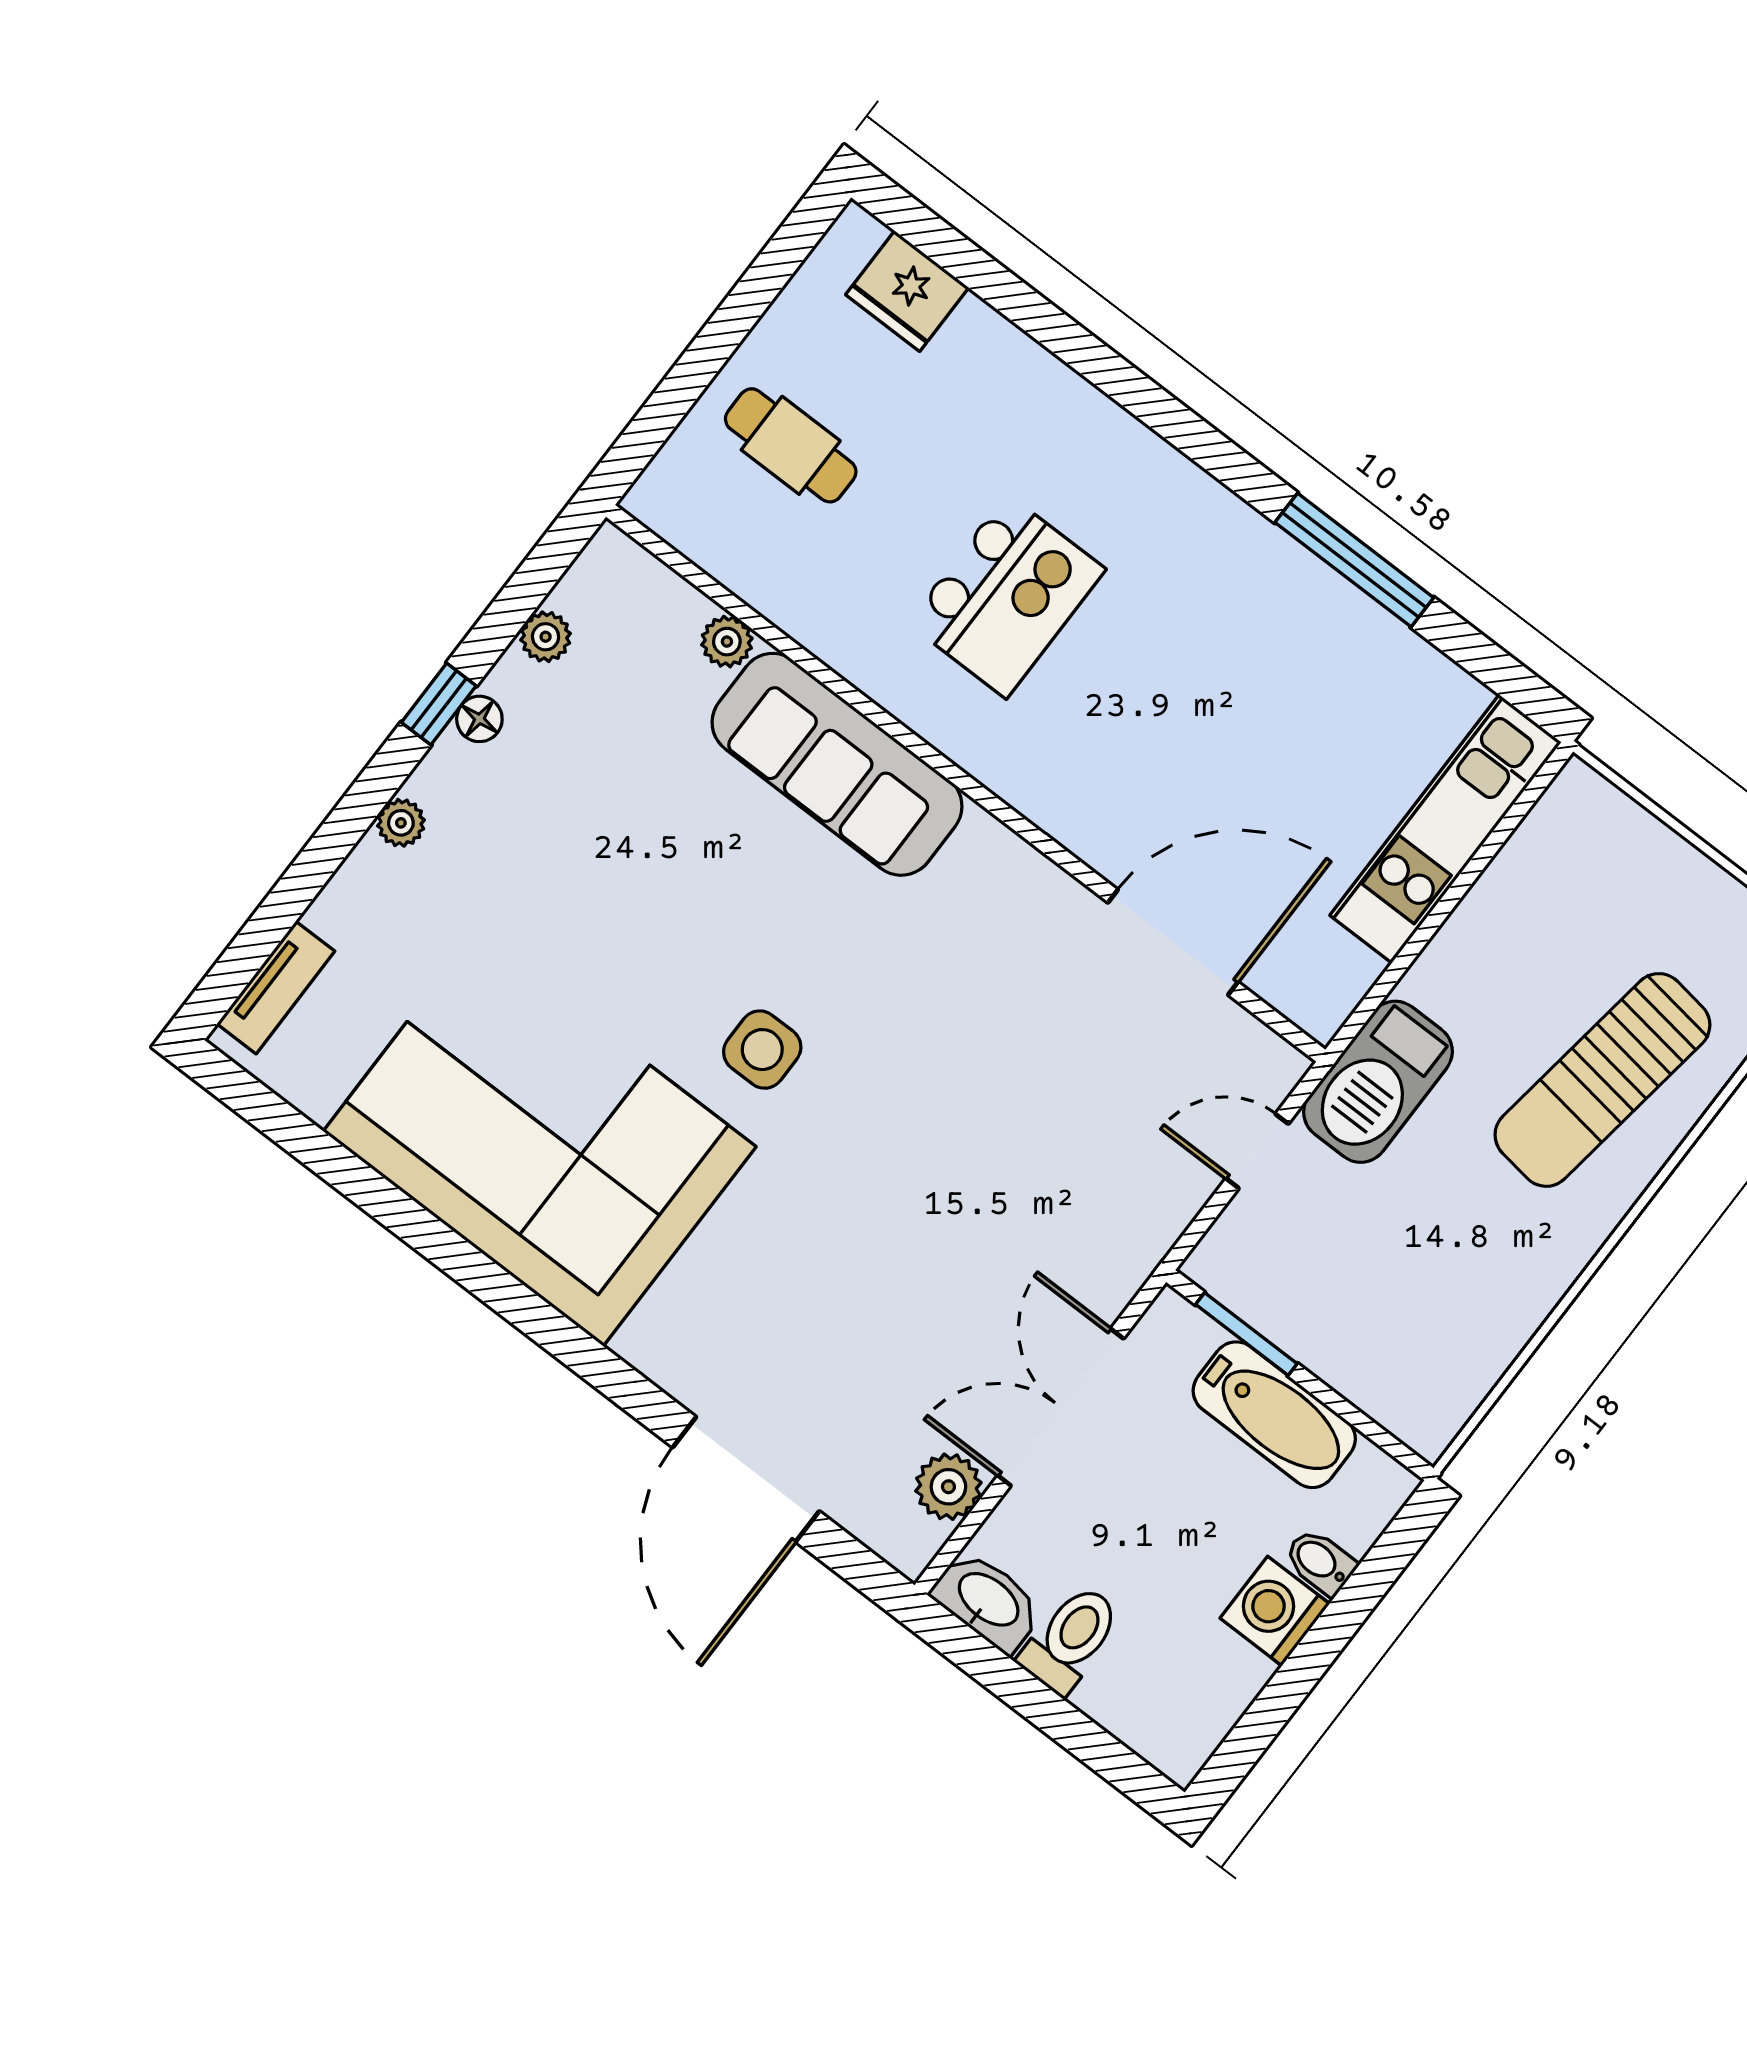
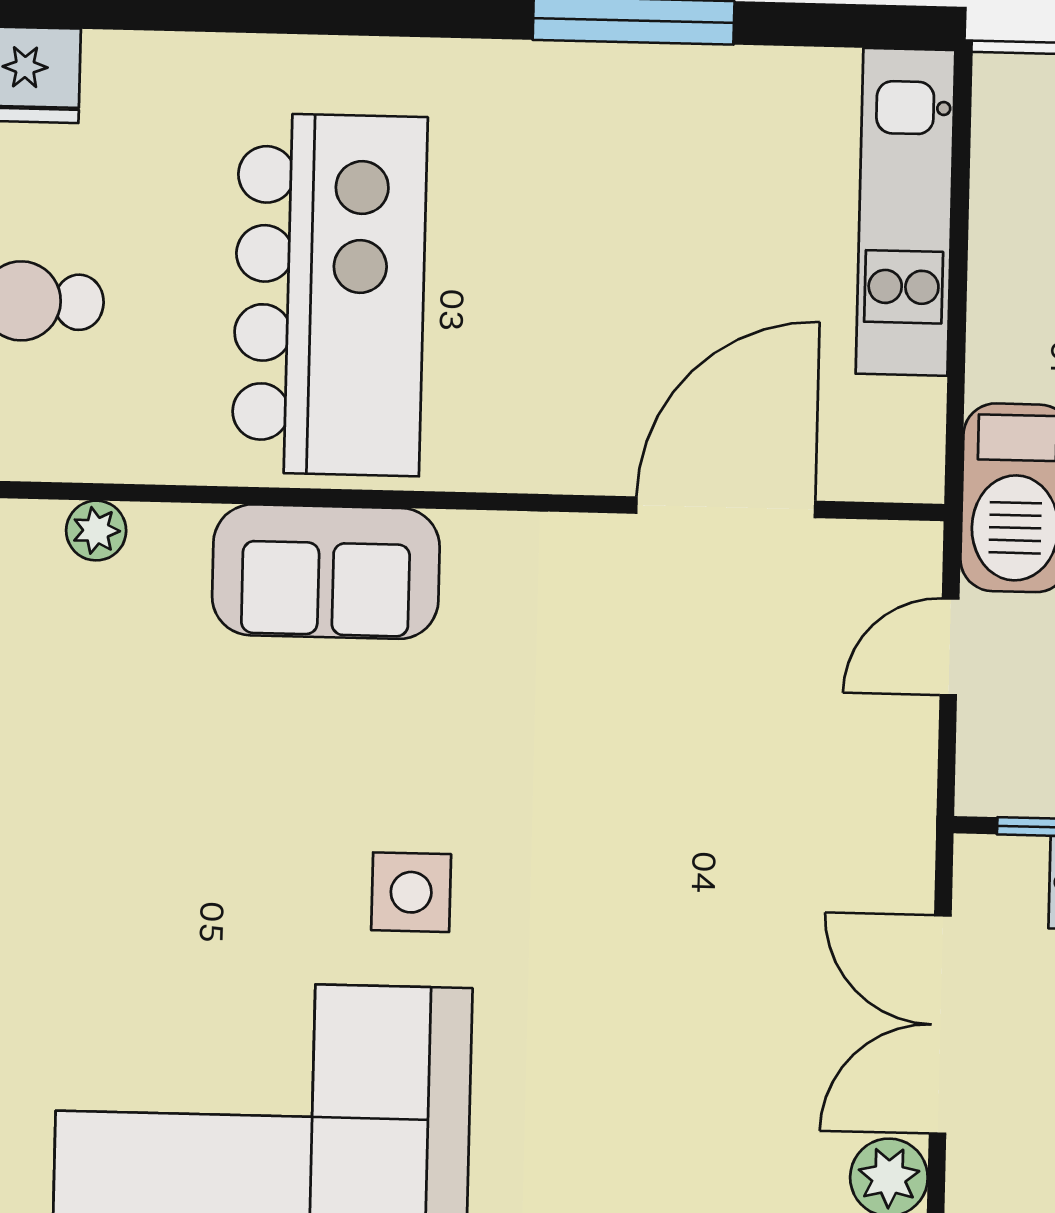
kitchen island: (1007, 596) -> (329, 295), width x1.87, depth x1.28
sofa: (837, 764) -> (326, 572), width x0.73

